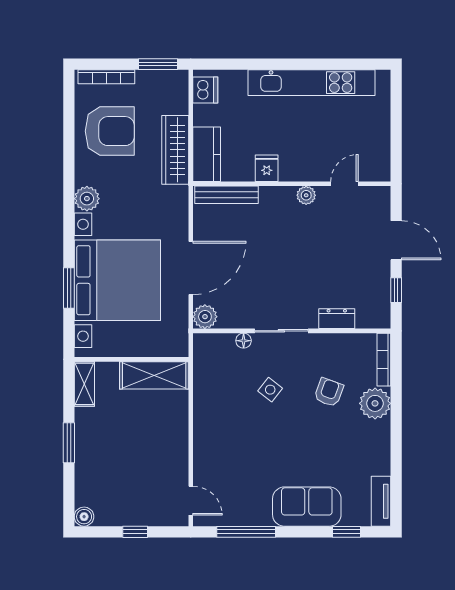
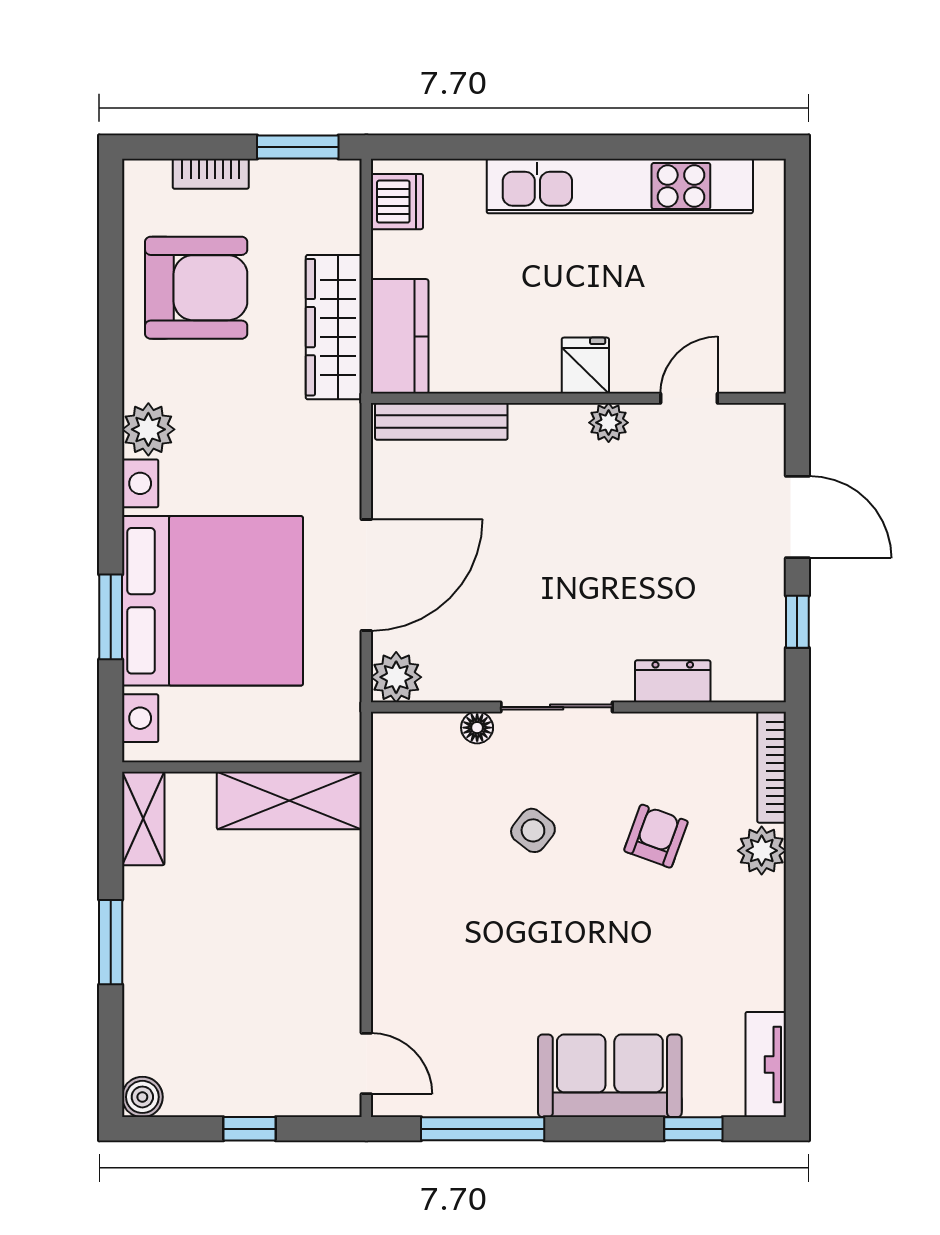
bookcase: (106, 77) -> (211, 174), width x0.64
fridge: (267, 168) -> (585, 366), moved
plant: (375, 403) -> (762, 851), width x0.73, depth x0.73

